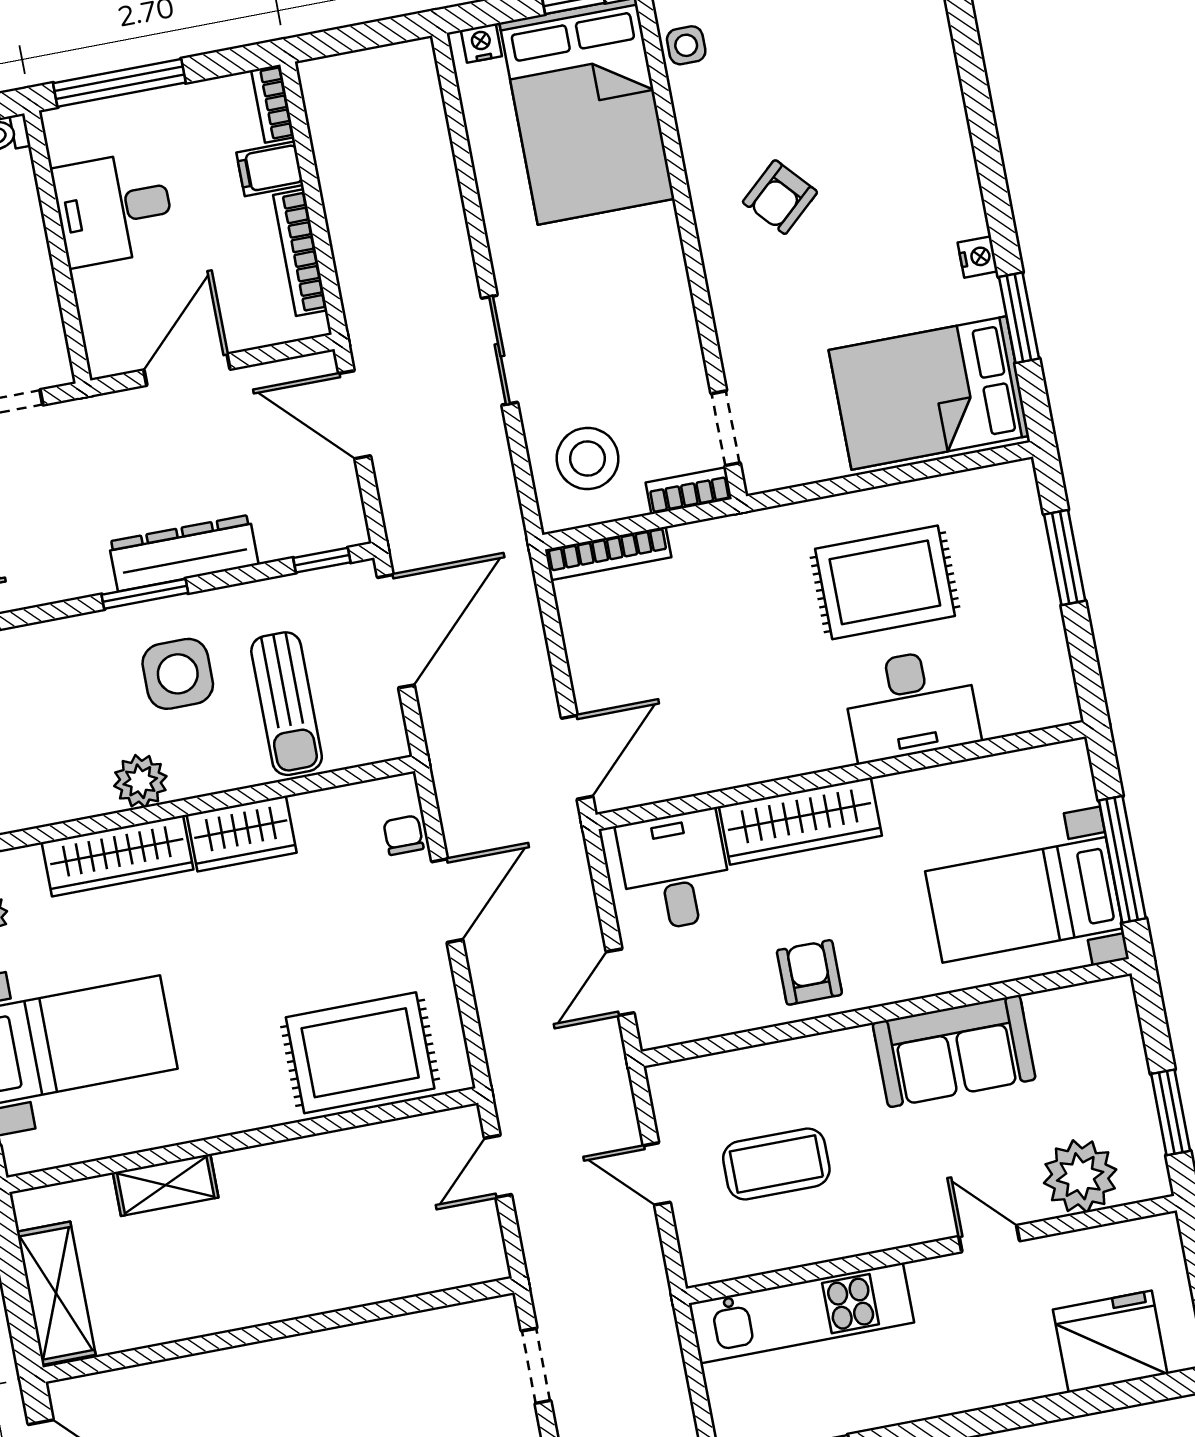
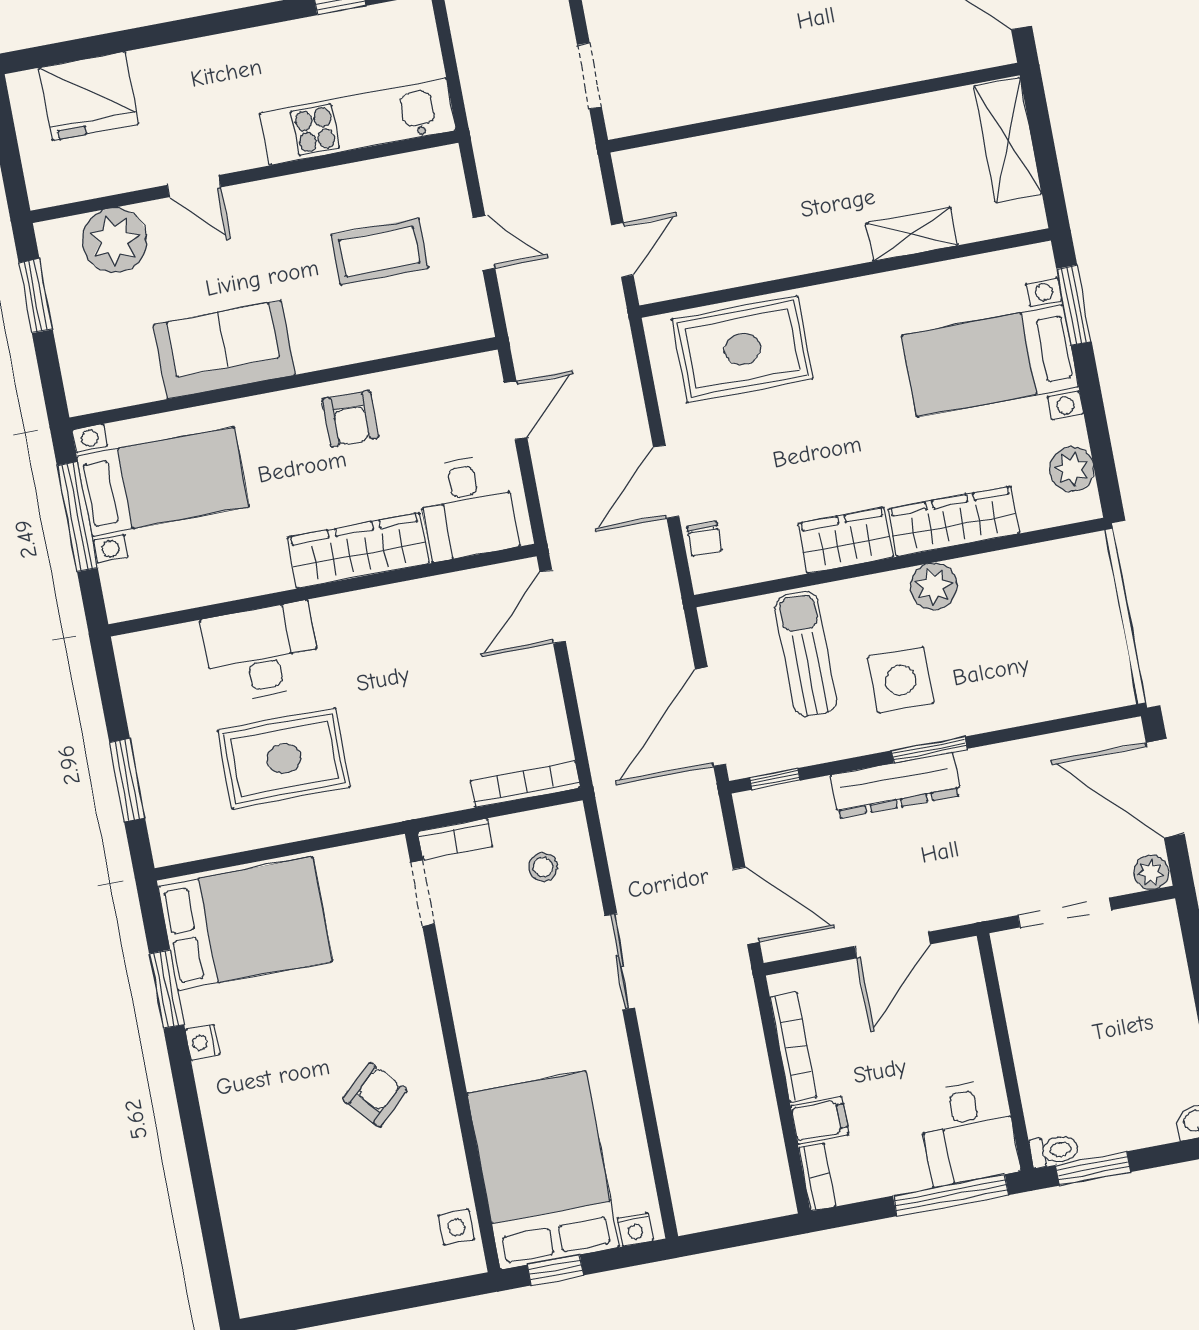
desk: (114, 209) -> (968, 1132), moved, turned 90
stool: (588, 458) -> (543, 867), width x0.53, depth x0.53

